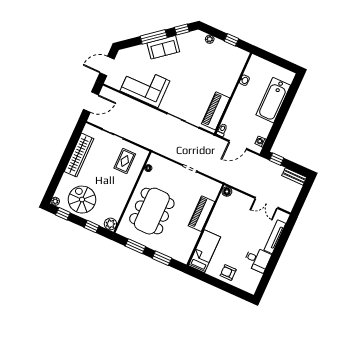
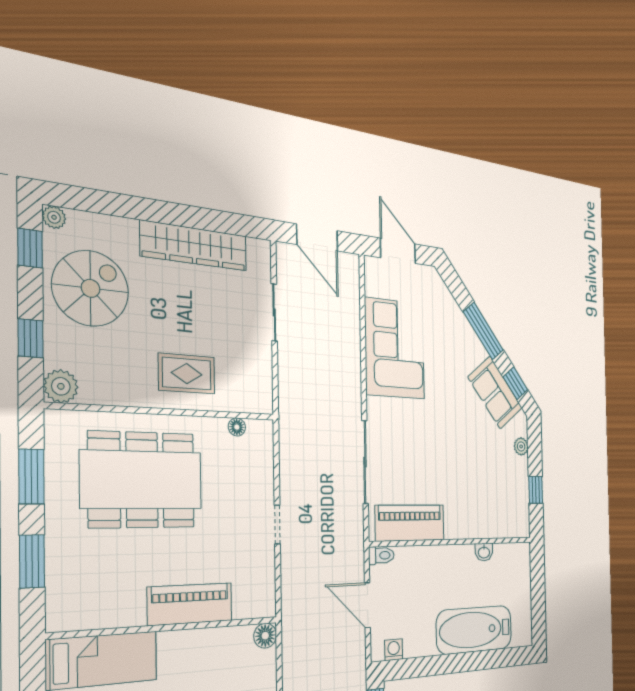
sofa: (163, 47) -> (495, 393), moved
rug: (125, 161) -> (187, 374), moved

